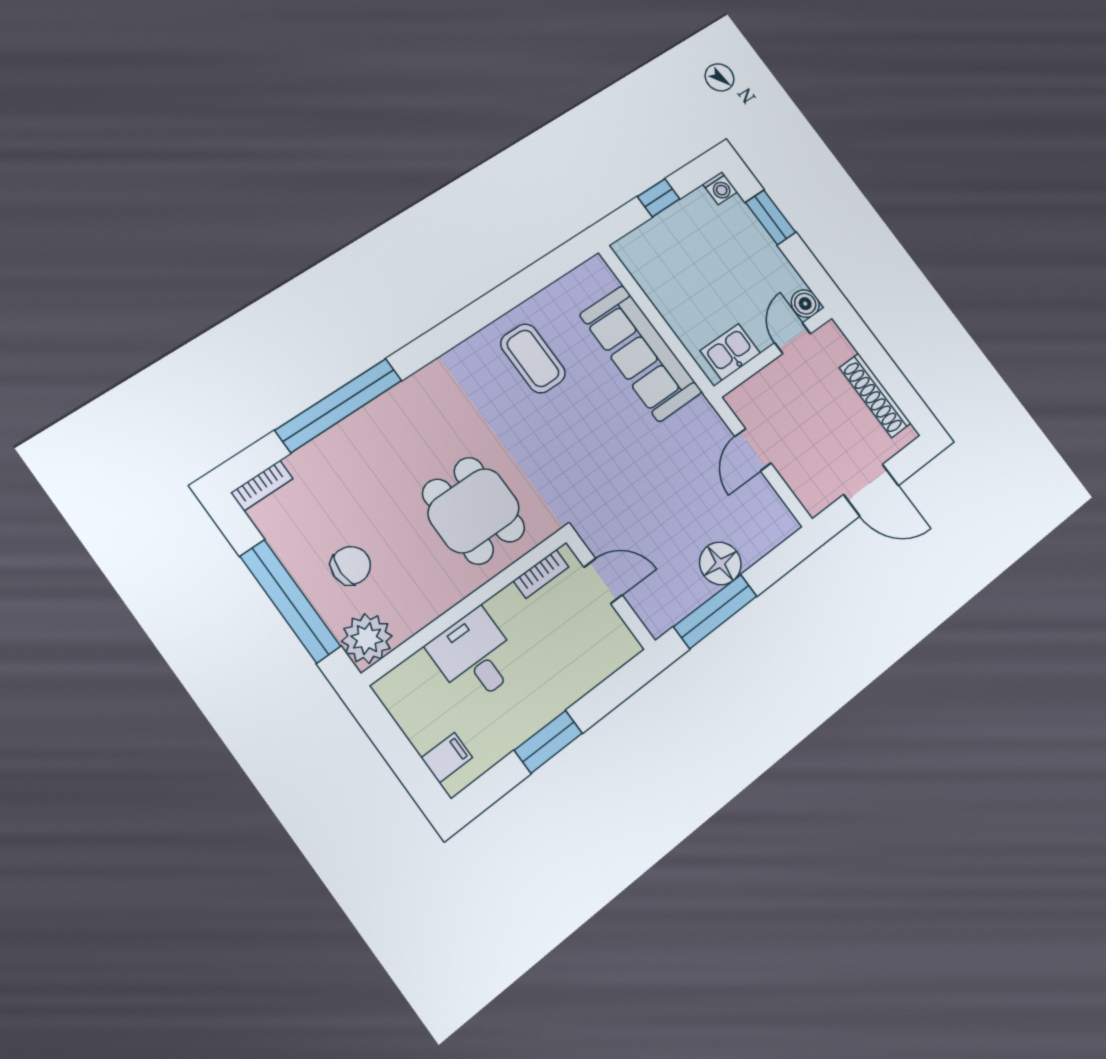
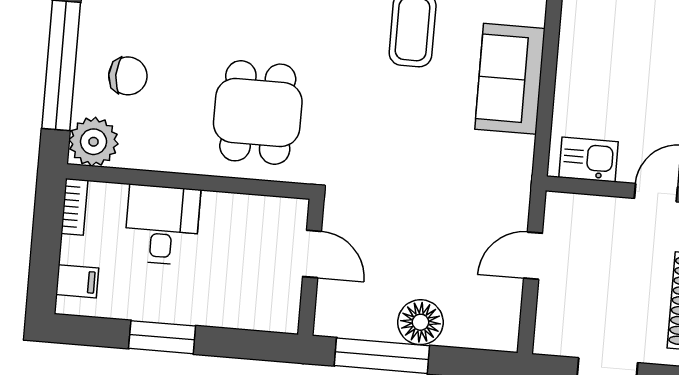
sofa: (641, 353) -> (510, 79), width x0.73
bookcase: (541, 574) -> (74, 207), moved, turned -90

